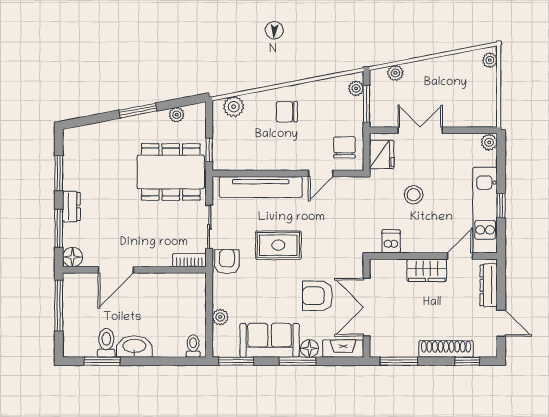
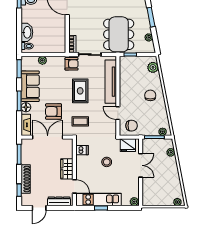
coffee table: (336, 245) -> (80, 121), added
armchair: (318, 296) -> (54, 111), turned -90
washbasin: (134, 346) -> (27, 32), moved

